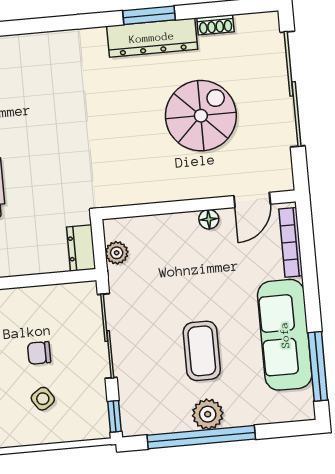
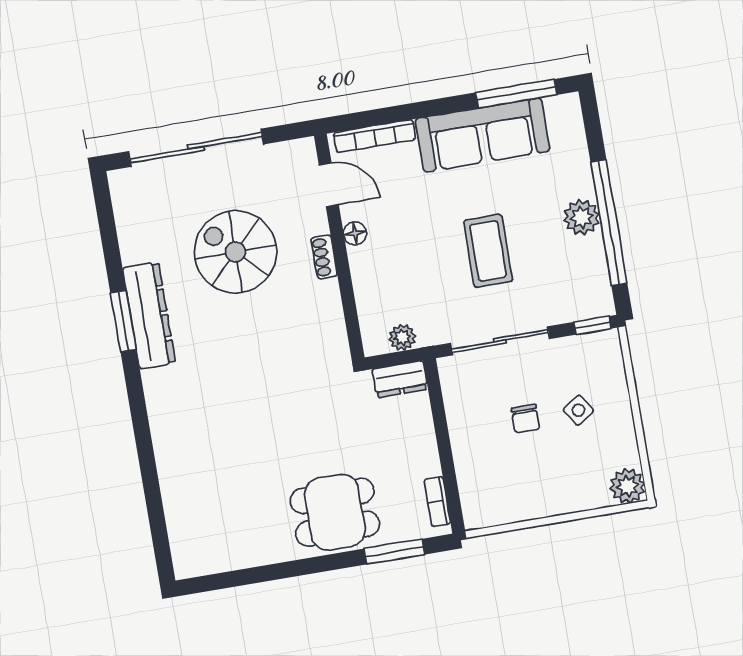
shoe rack: (215, 25) -> (324, 257), moved, turned 180
coffee table: (202, 351) -> (488, 251), moved, turned 90

